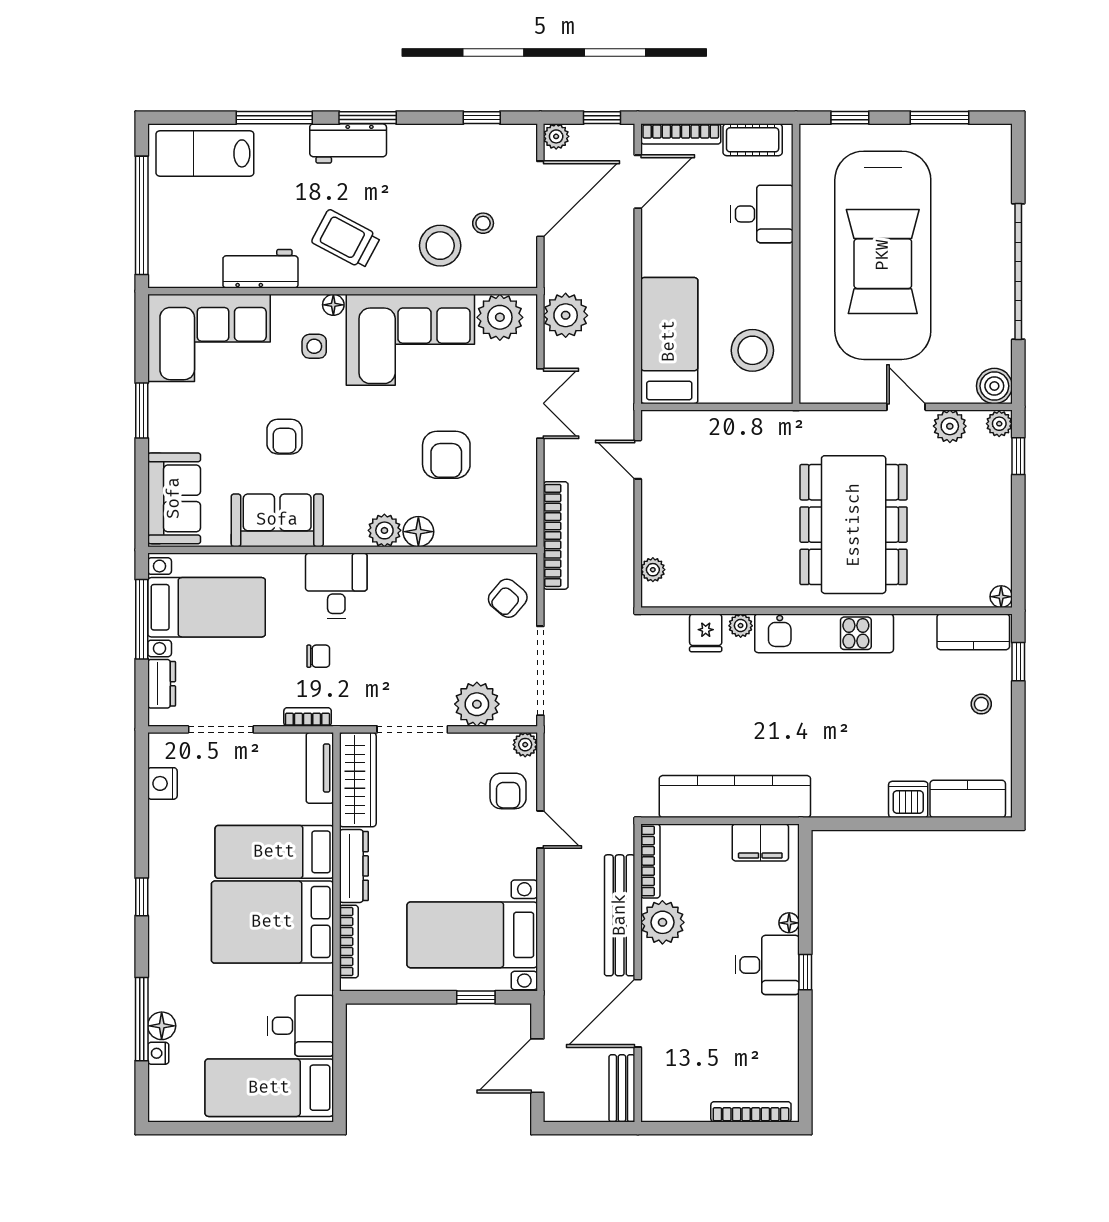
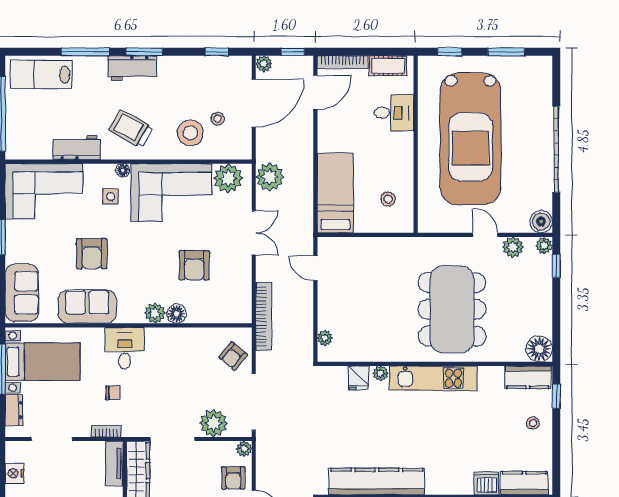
stool: (752, 350) -> (388, 199), width x0.53, depth x0.53
armchair: (284, 437) -> (92, 254), width x1.38, depth x1.38
floor lamp: (1001, 597) -> (539, 349), width x1.89, depth x1.89

